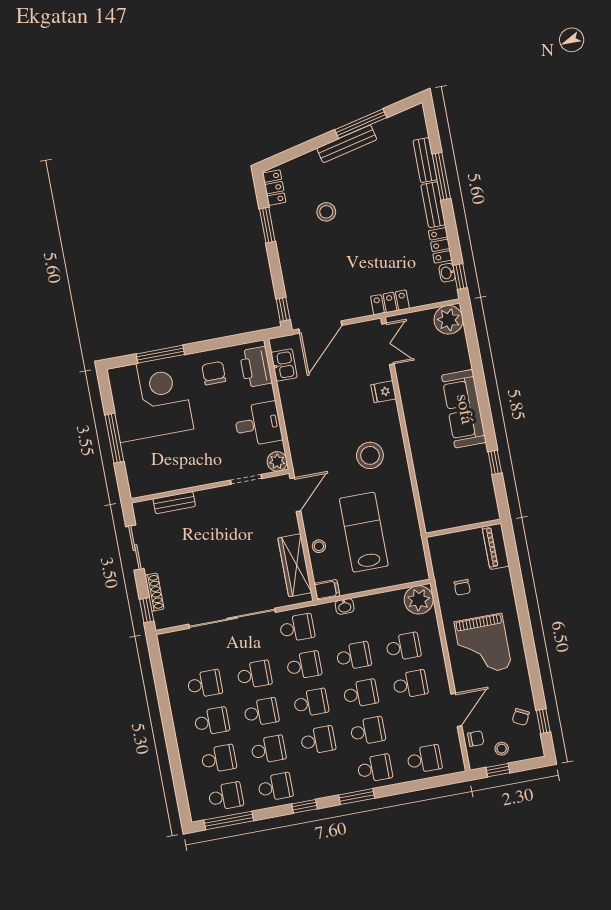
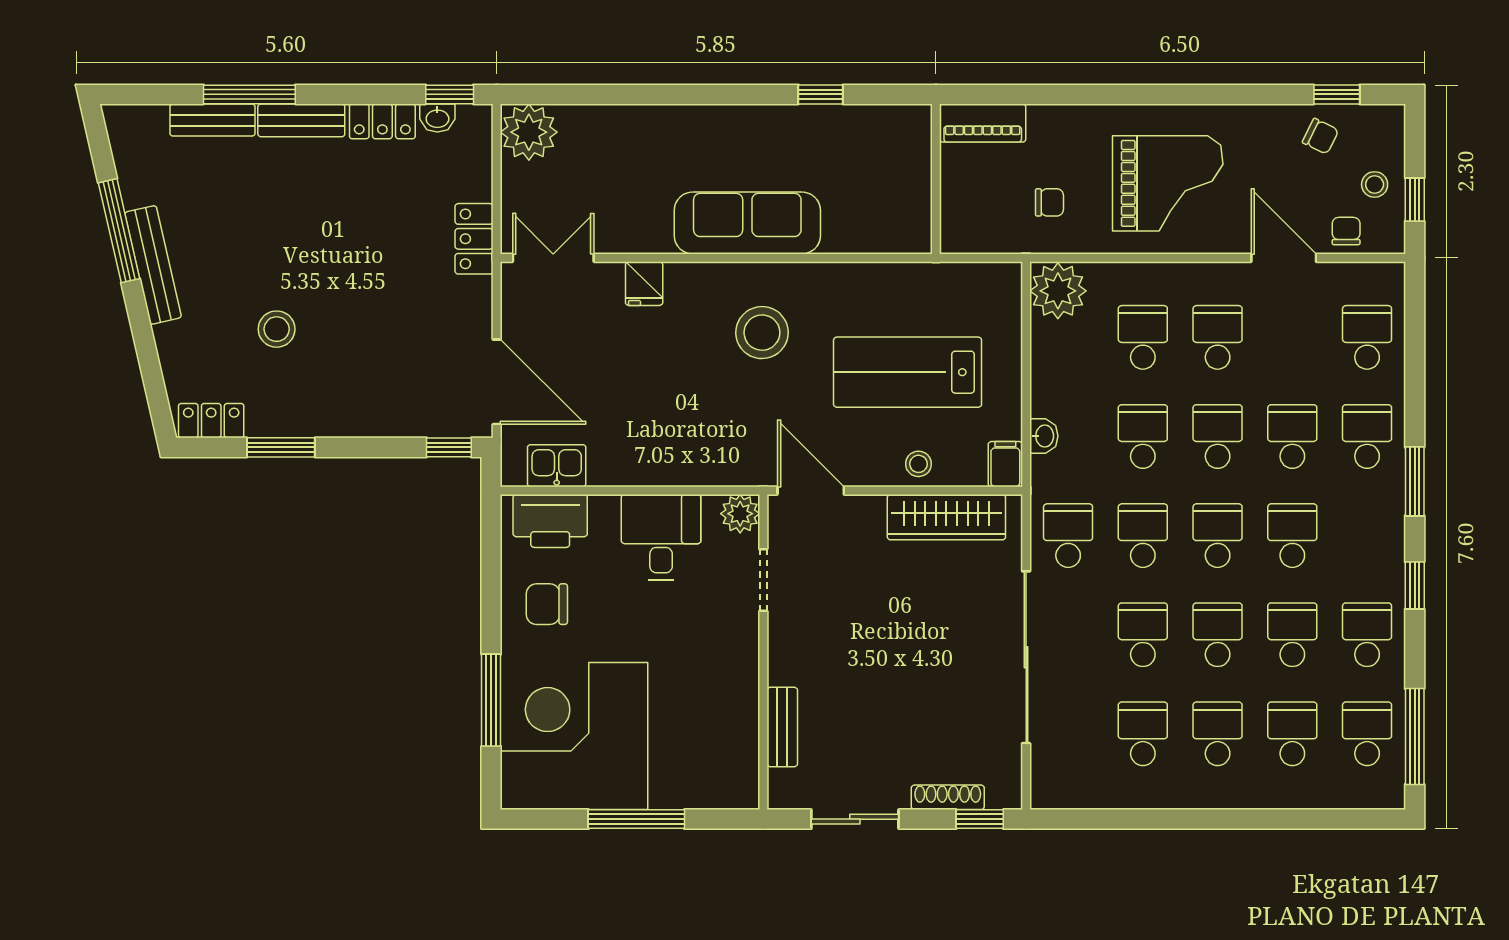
sofa: (464, 409) -> (747, 223), moved, turned 180

